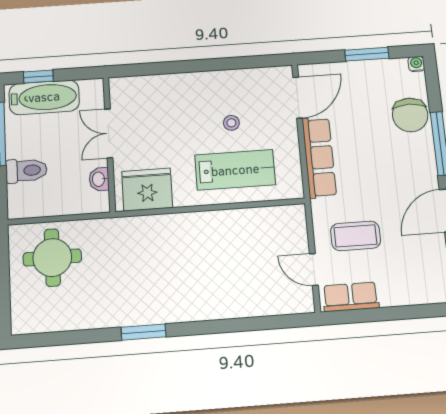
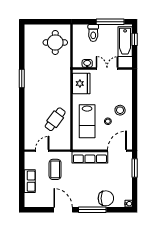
window: (367, 54) -> (135, 168), moved
stool: (204, 98) -> (120, 110), added
door: (298, 98) -> (117, 151), swing flipped
chair: (410, 115) -> (106, 198), turned 180
cafe table: (236, 244) -> (55, 119), added
row of seats: (351, 297) -> (30, 181), moved

